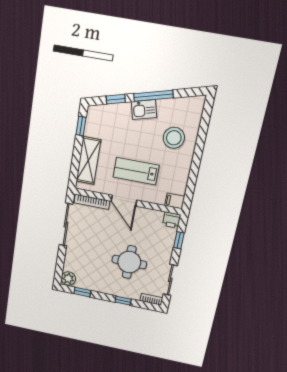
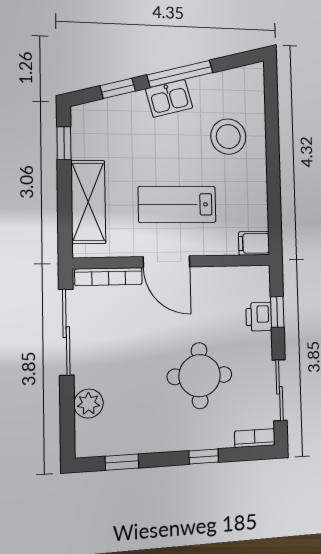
printer: (172, 220) -> (259, 317), moved, turned 90
plant: (68, 279) -> (89, 404), moved

